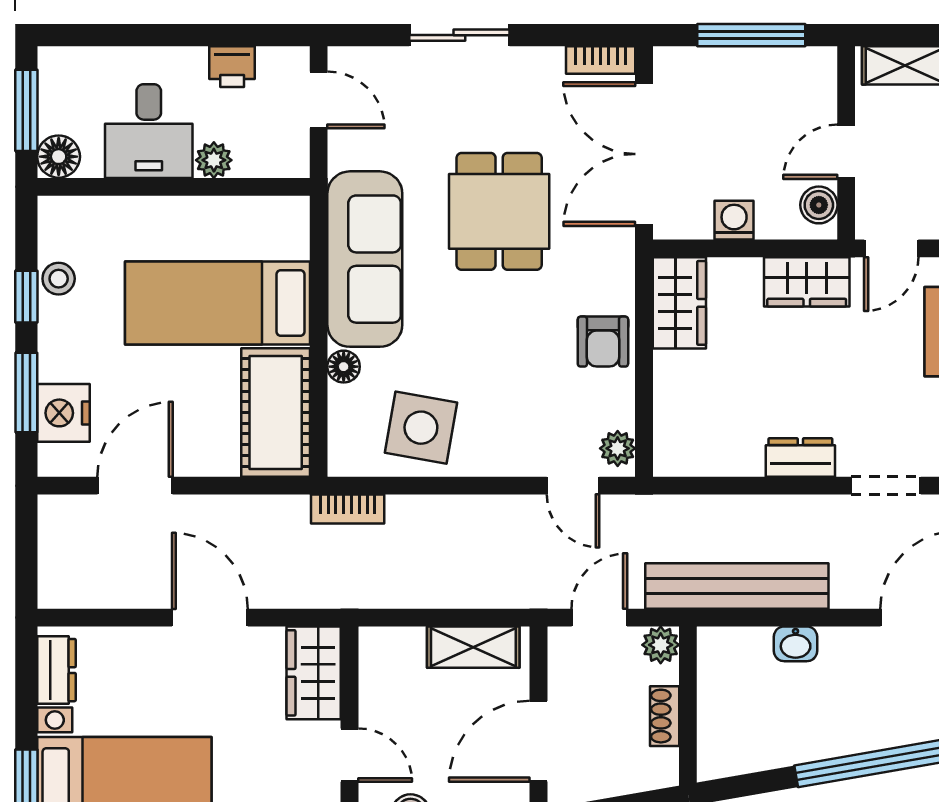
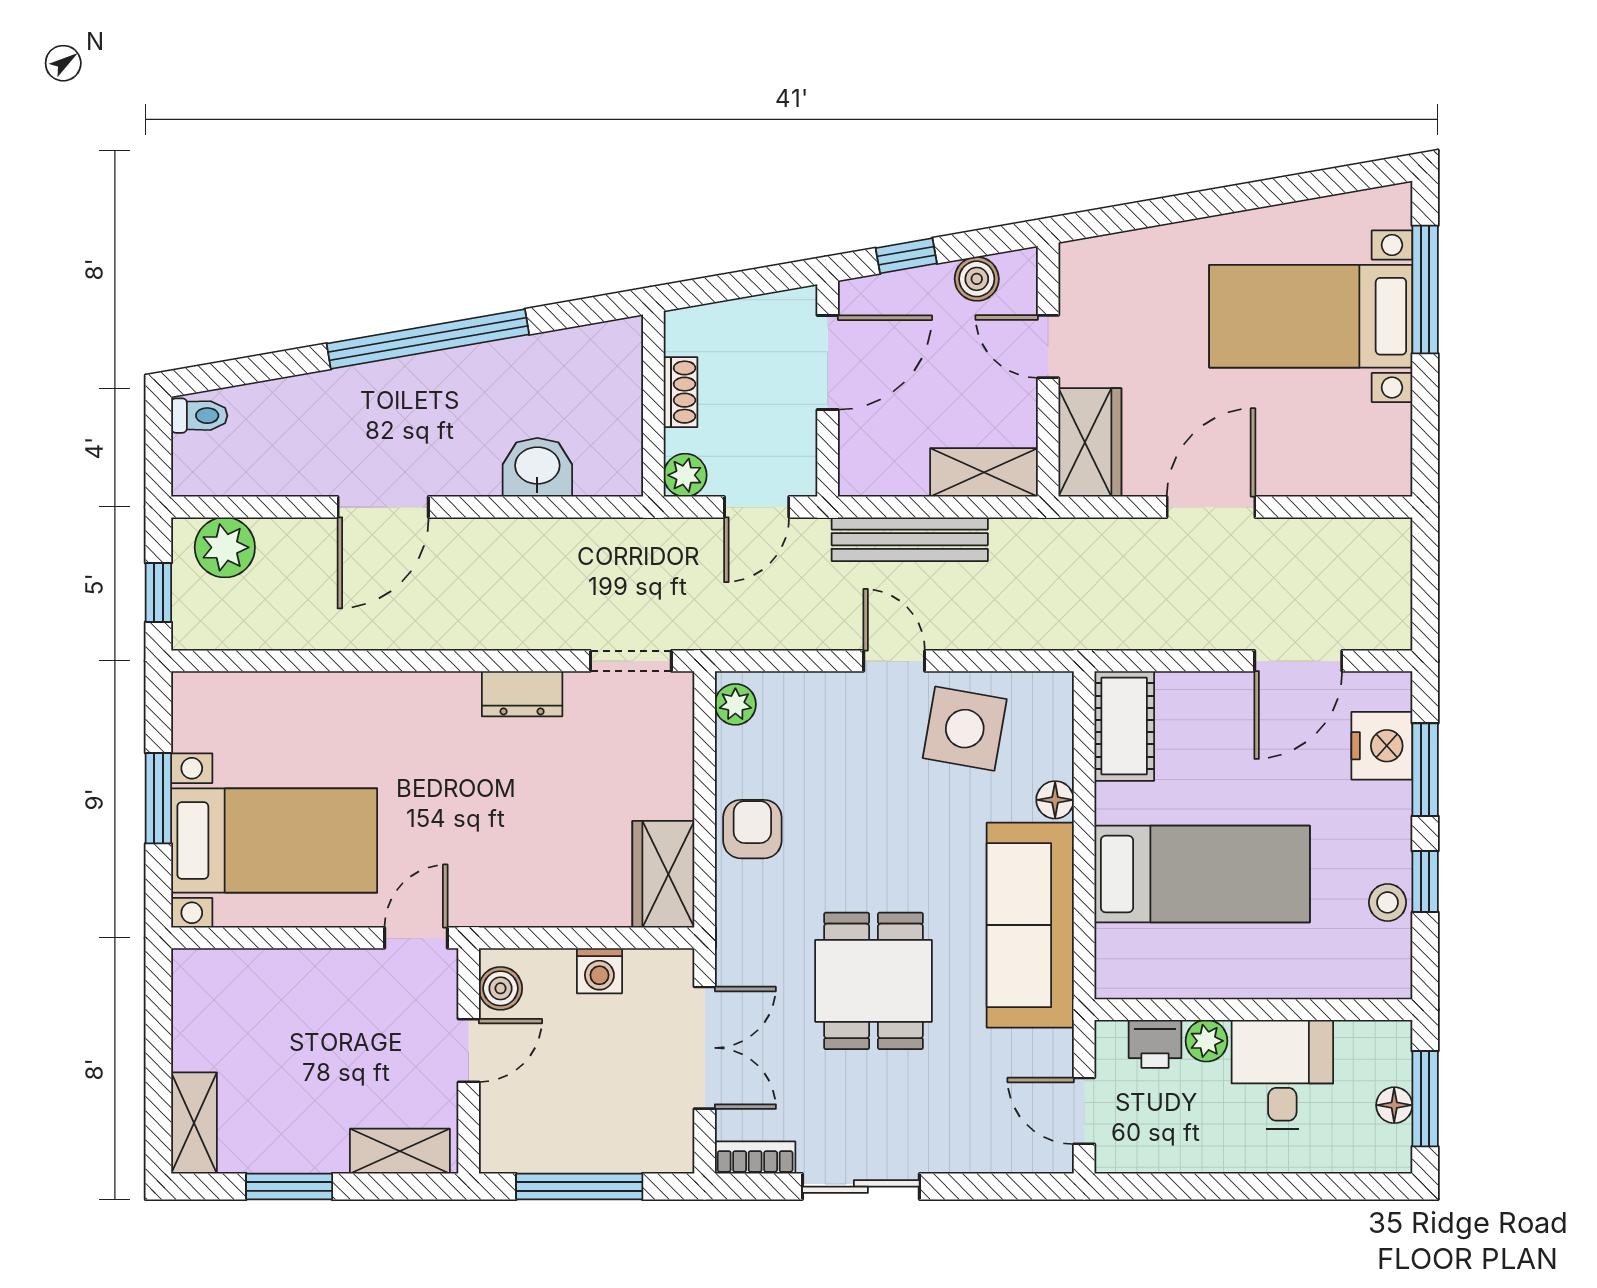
sliding door: (459, 35) -> (861, 1187), moved
printer: (232, 67) -> (1155, 1044), moved, turned 180
double door: (644, 154) -> (705, 1048), width x0.73
floor lamp: (59, 157) -> (1394, 1105), moved, width x0.73, depth x0.73
wardrobe: (807, 282) -> (515, 899), removed
cot: (276, 412) -> (1124, 726), width x0.73, depth x0.75
door: (573, 486) -> (894, 661), moved
doorway: (886, 486) -> (631, 661), moved
bookcase: (348, 509) -> (1050, 634), removed
bench: (737, 586) -> (910, 539), moved, width x0.73, depth x0.82
door: (210, 618) -> (1211, 507), swing flipped
washbasin: (796, 644) -> (537, 467), width x1.38, depth x1.45
shelving: (473, 647) -> (984, 472), moved
dresser: (56, 670) -> (1390, 446), removed

